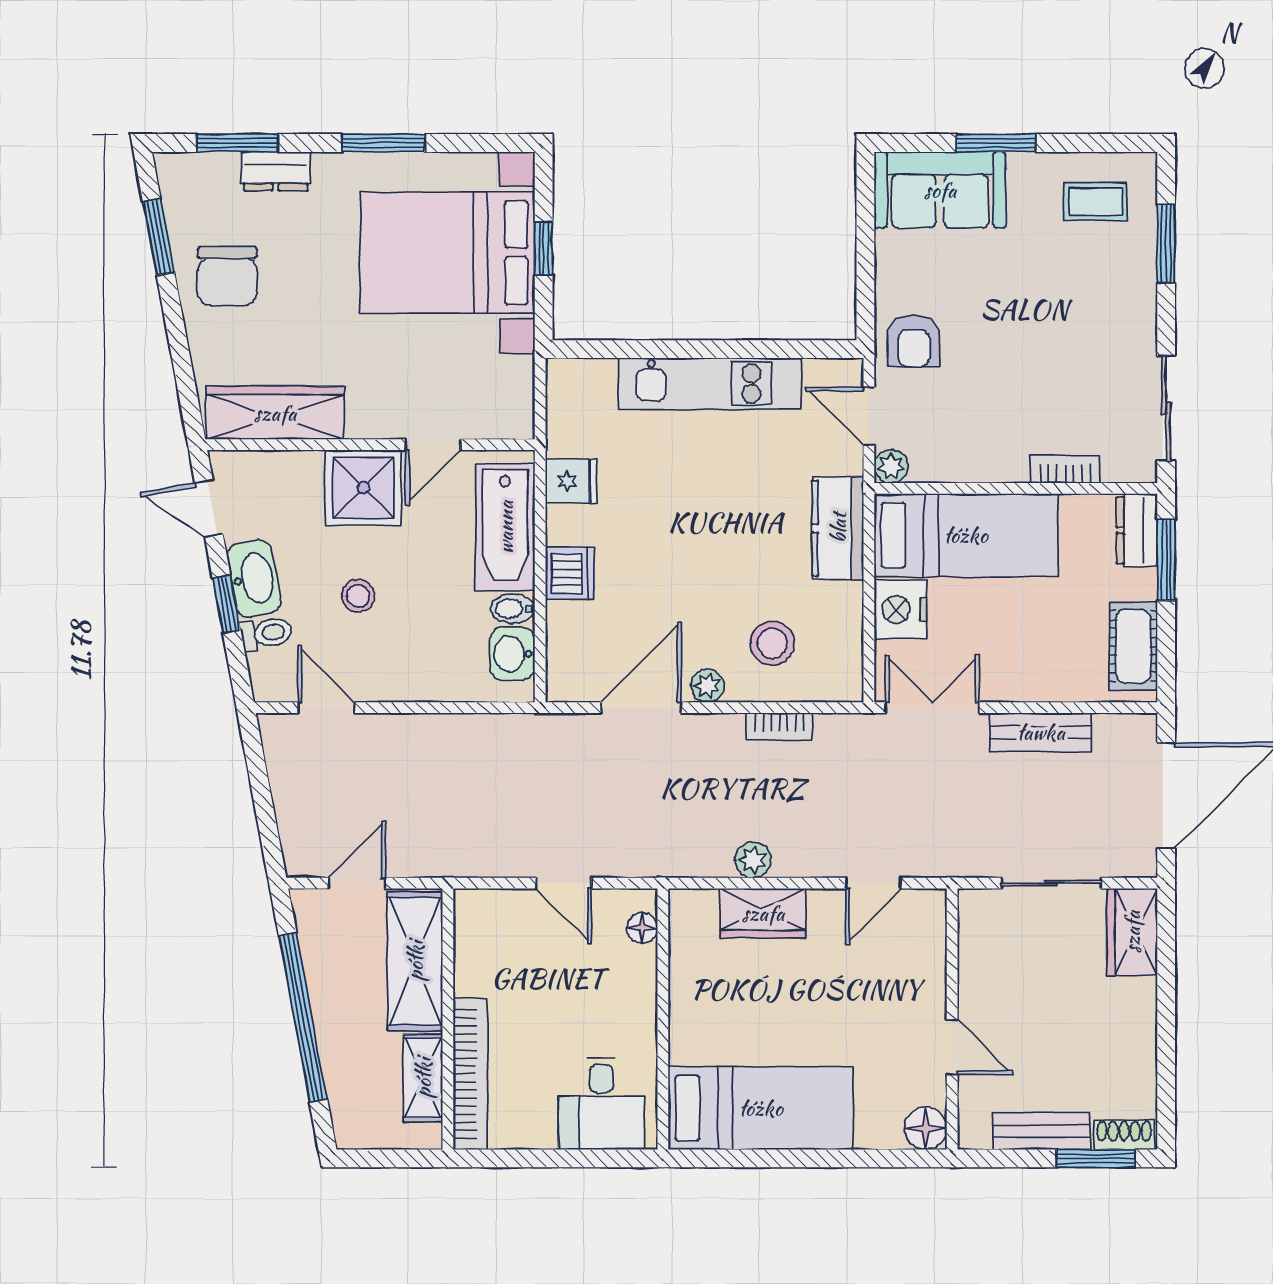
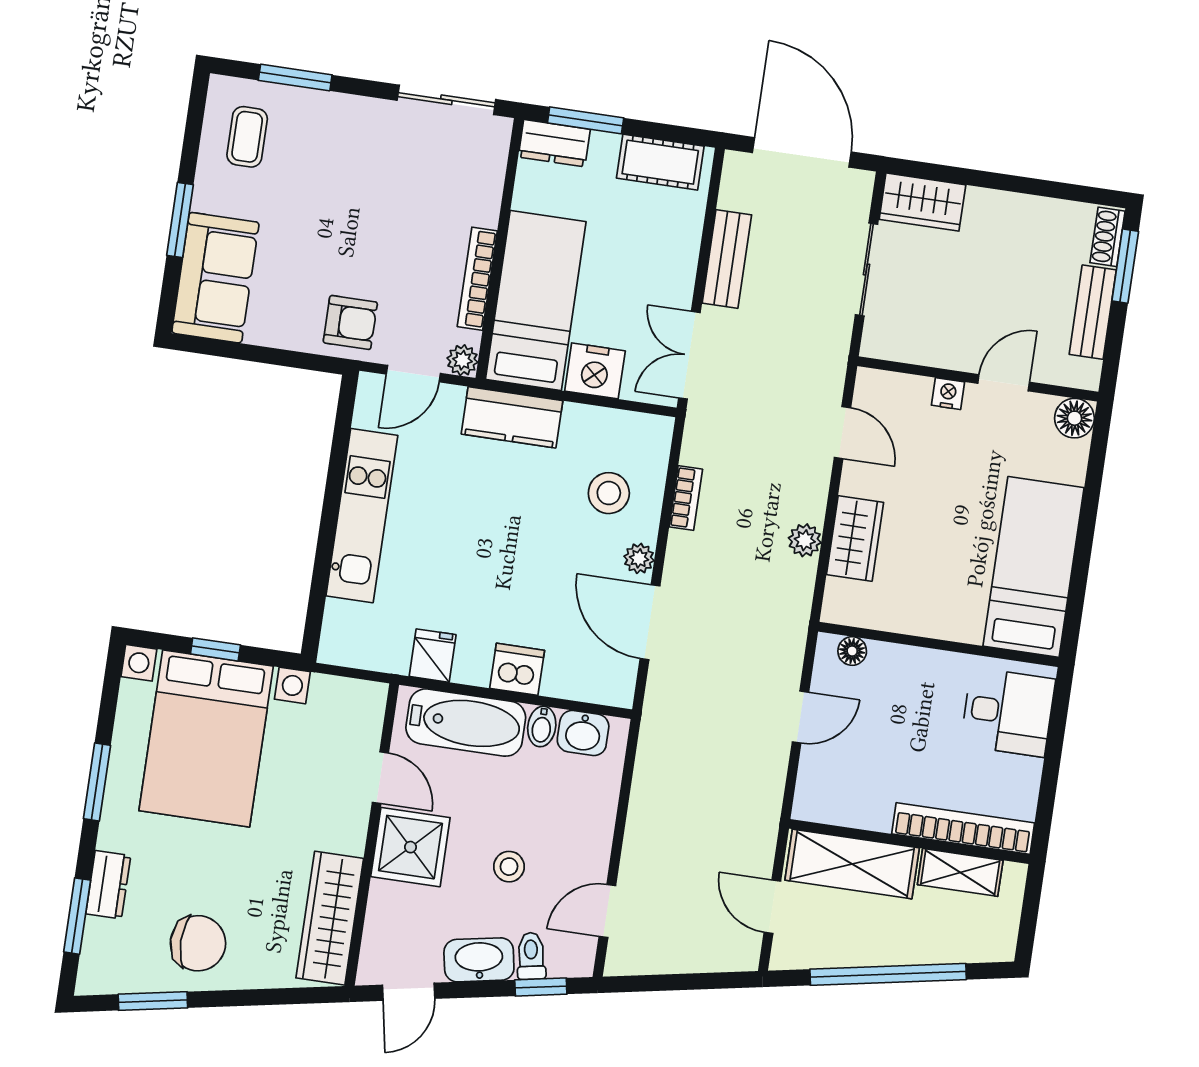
bookcase: (1065, 469) -> (477, 279), moved, width x1.56
window: (227, 604) -> (541, 987), moved
nightstand: (932, 990) -> (948, 394), added

